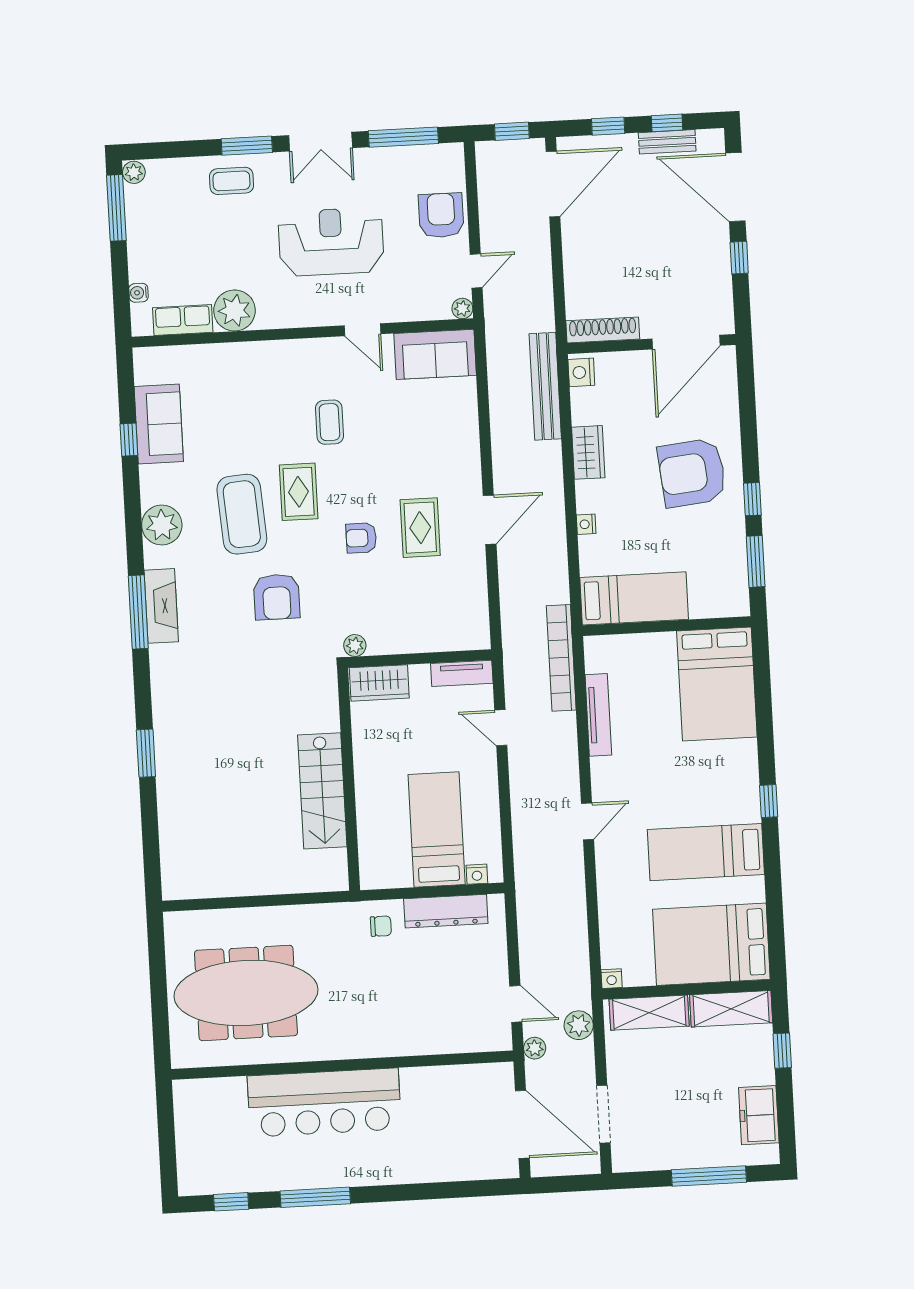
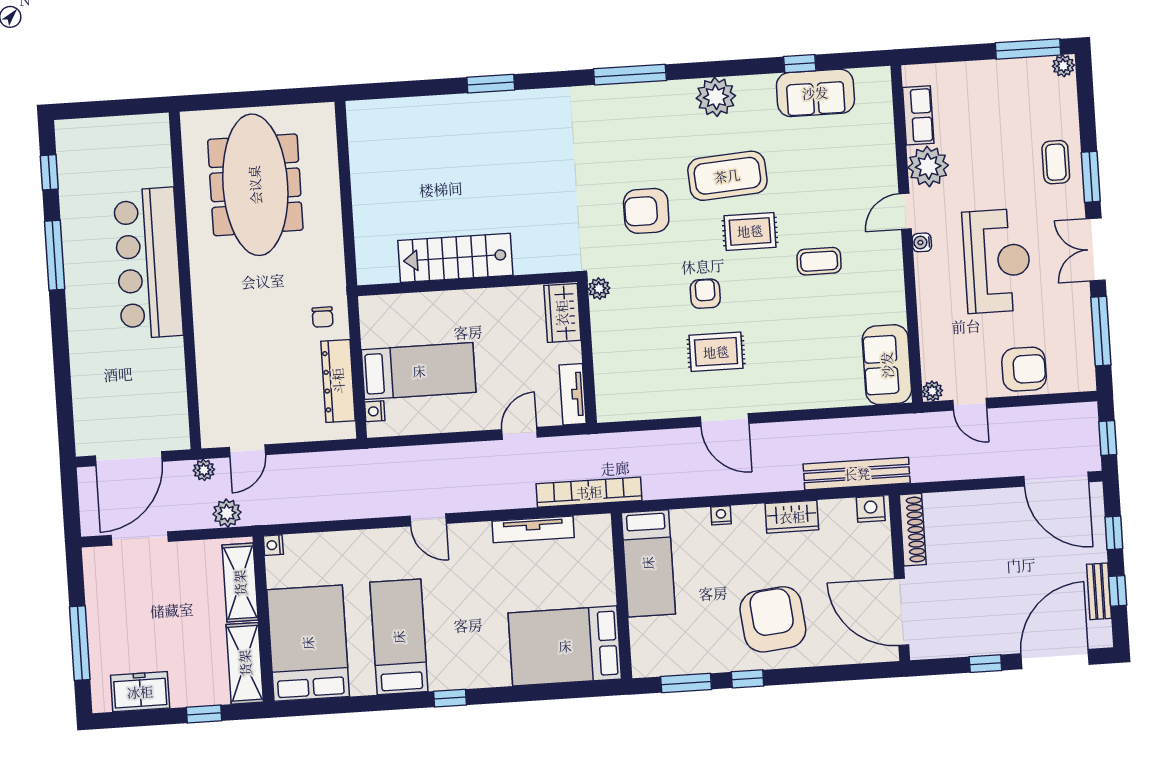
water cooler: (139, 293) -> (922, 242), moved, turned -90
door: (363, 330) -> (905, 211), moved
fireplace: (161, 606) -> (636, 97), removed

